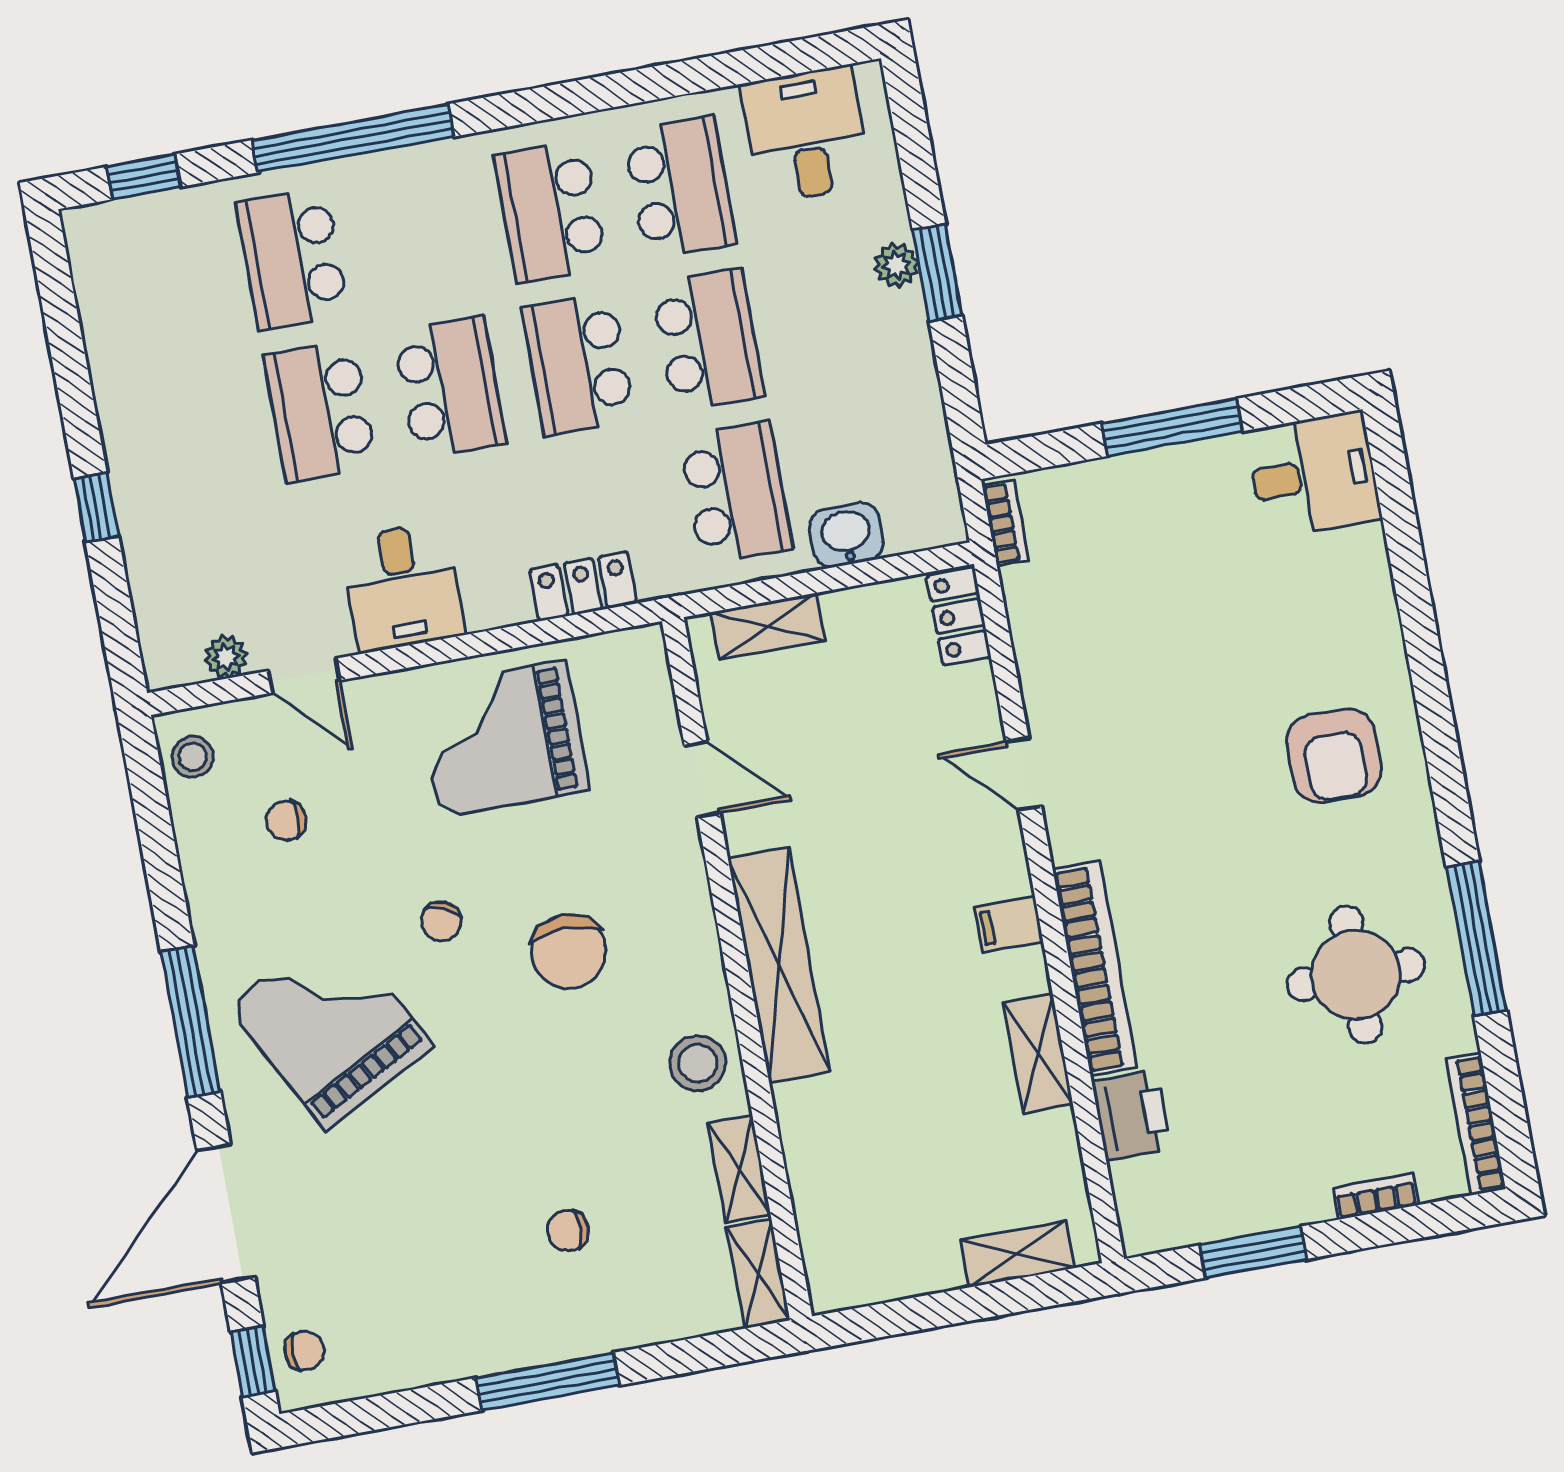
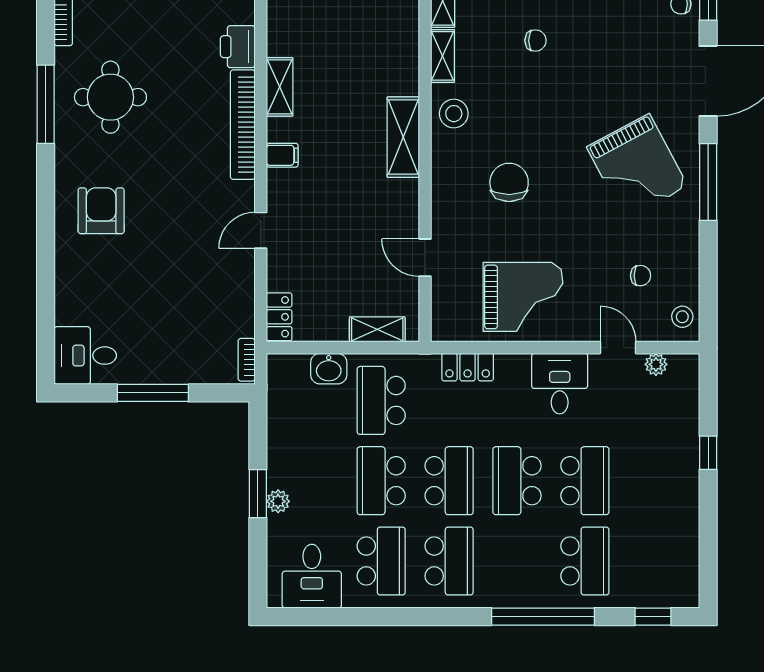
school desk: (680, 188) -> (381, 561), turned 180
door: (1024, 774) -> (261, 230), swing flipped
chair: (441, 921) -> (571, 210), removed
shelving: (779, 965) -> (403, 137), width x0.68

